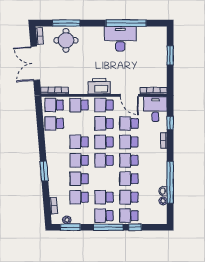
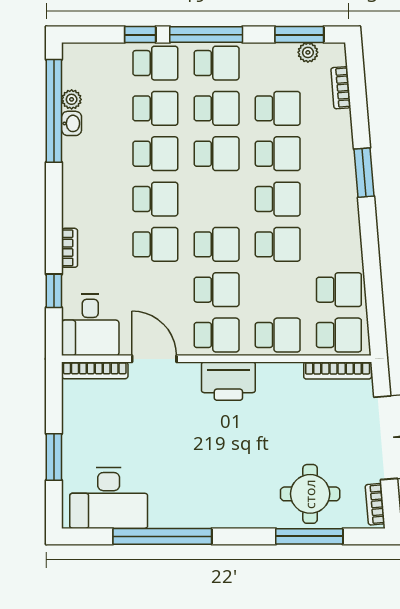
desk: (120, 39) -> (109, 498), moved
school desk: (129, 123) -> (155, 290), removed
school desk: (104, 160) -> (217, 154), moved
window: (170, 182) -> (54, 111), moved

